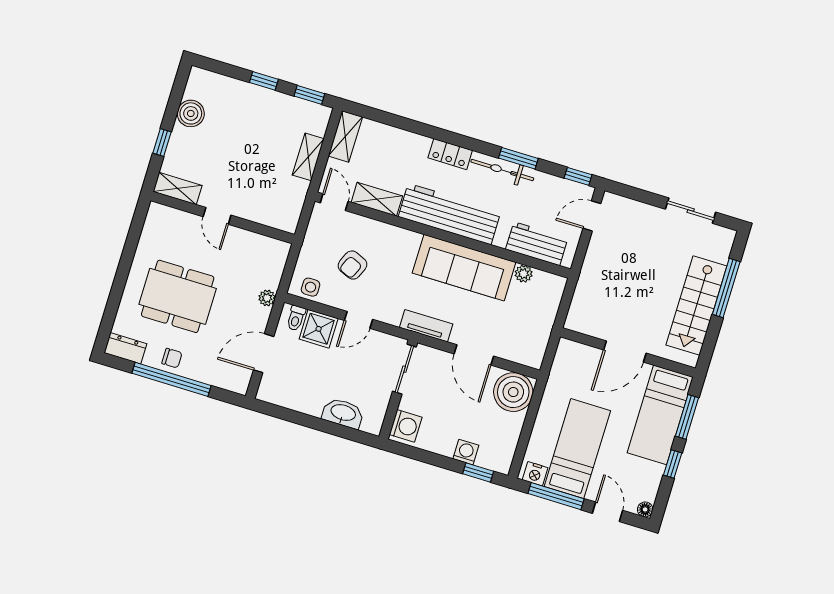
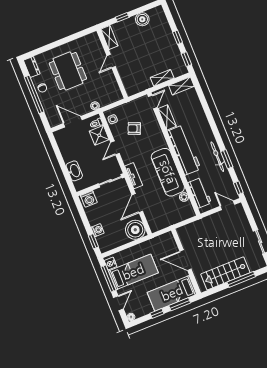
locker: (450, 154) -> (207, 132), removed
door: (358, 320) -> (115, 148), hinge flipped

